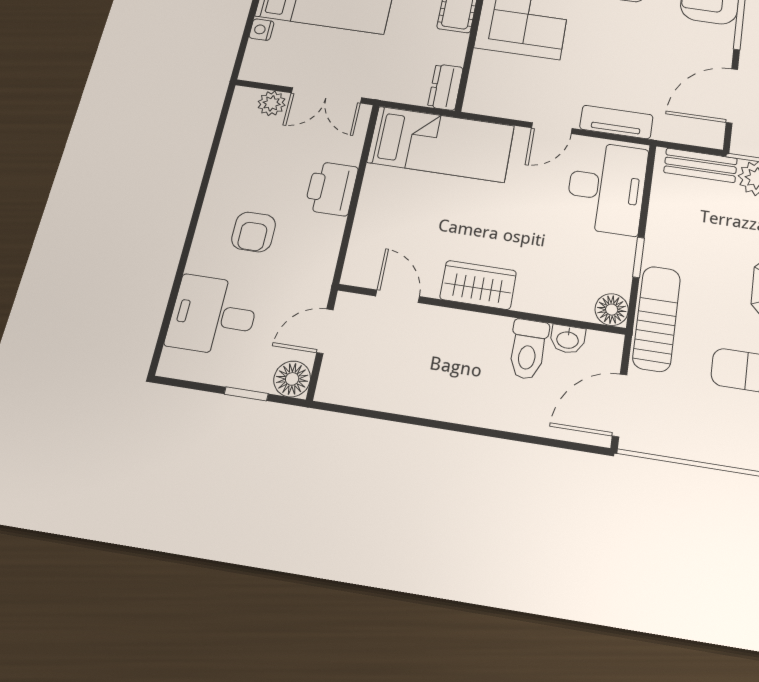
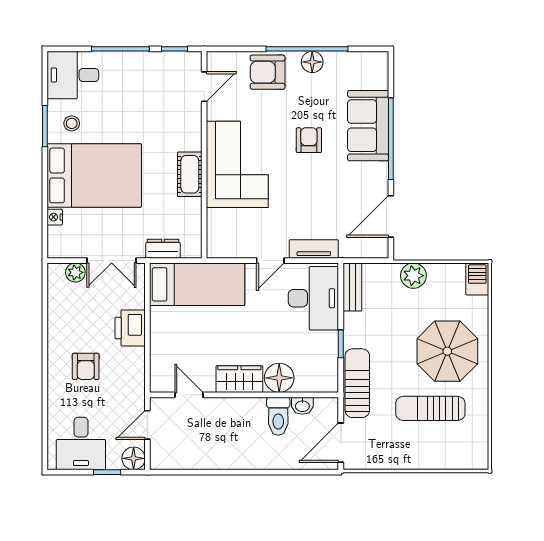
dresser: (445, 87) -> (163, 249), moved, turned 90
bench: (701, 165) -> (352, 287), moved, turned 90
floor lamp: (612, 310) -> (279, 378), moved, width x1.38, depth x1.38
desk: (213, 315) -> (81, 444), moved, turned -90

